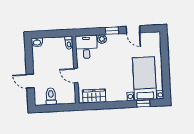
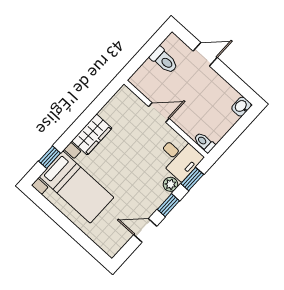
window: (90, 32) -> (192, 179), added
wardrobe: (94, 96) -> (92, 135), moved

